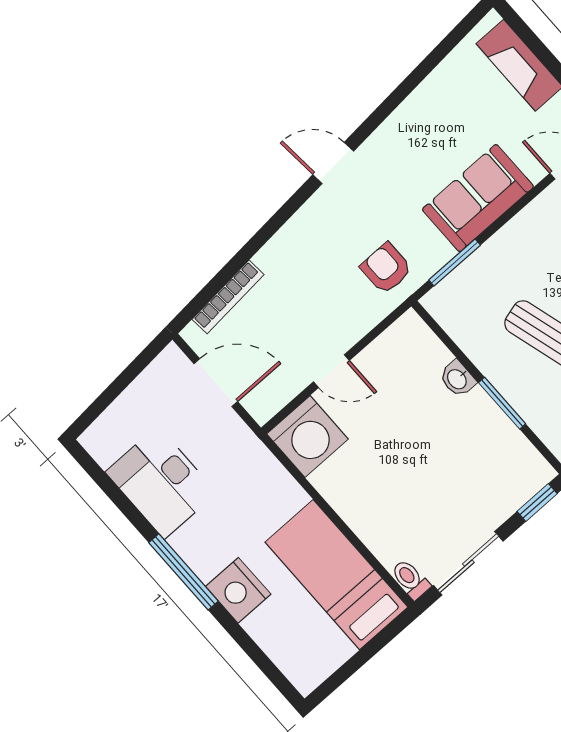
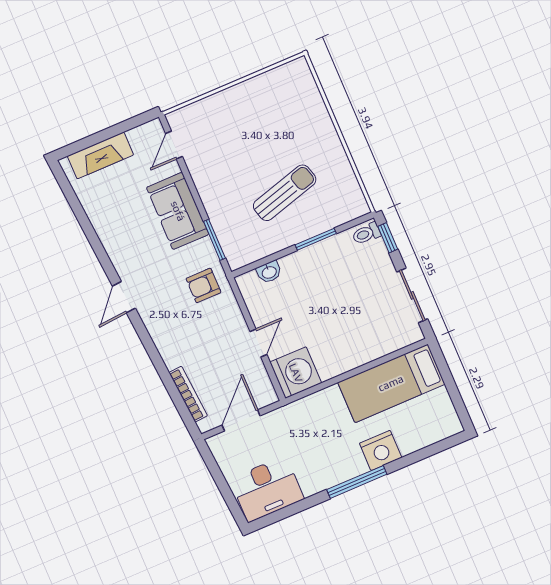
washbasin: (457, 379) -> (269, 272), moved
desk: (161, 482) -> (267, 489), moved
toilet: (410, 579) -> (366, 234), moved

